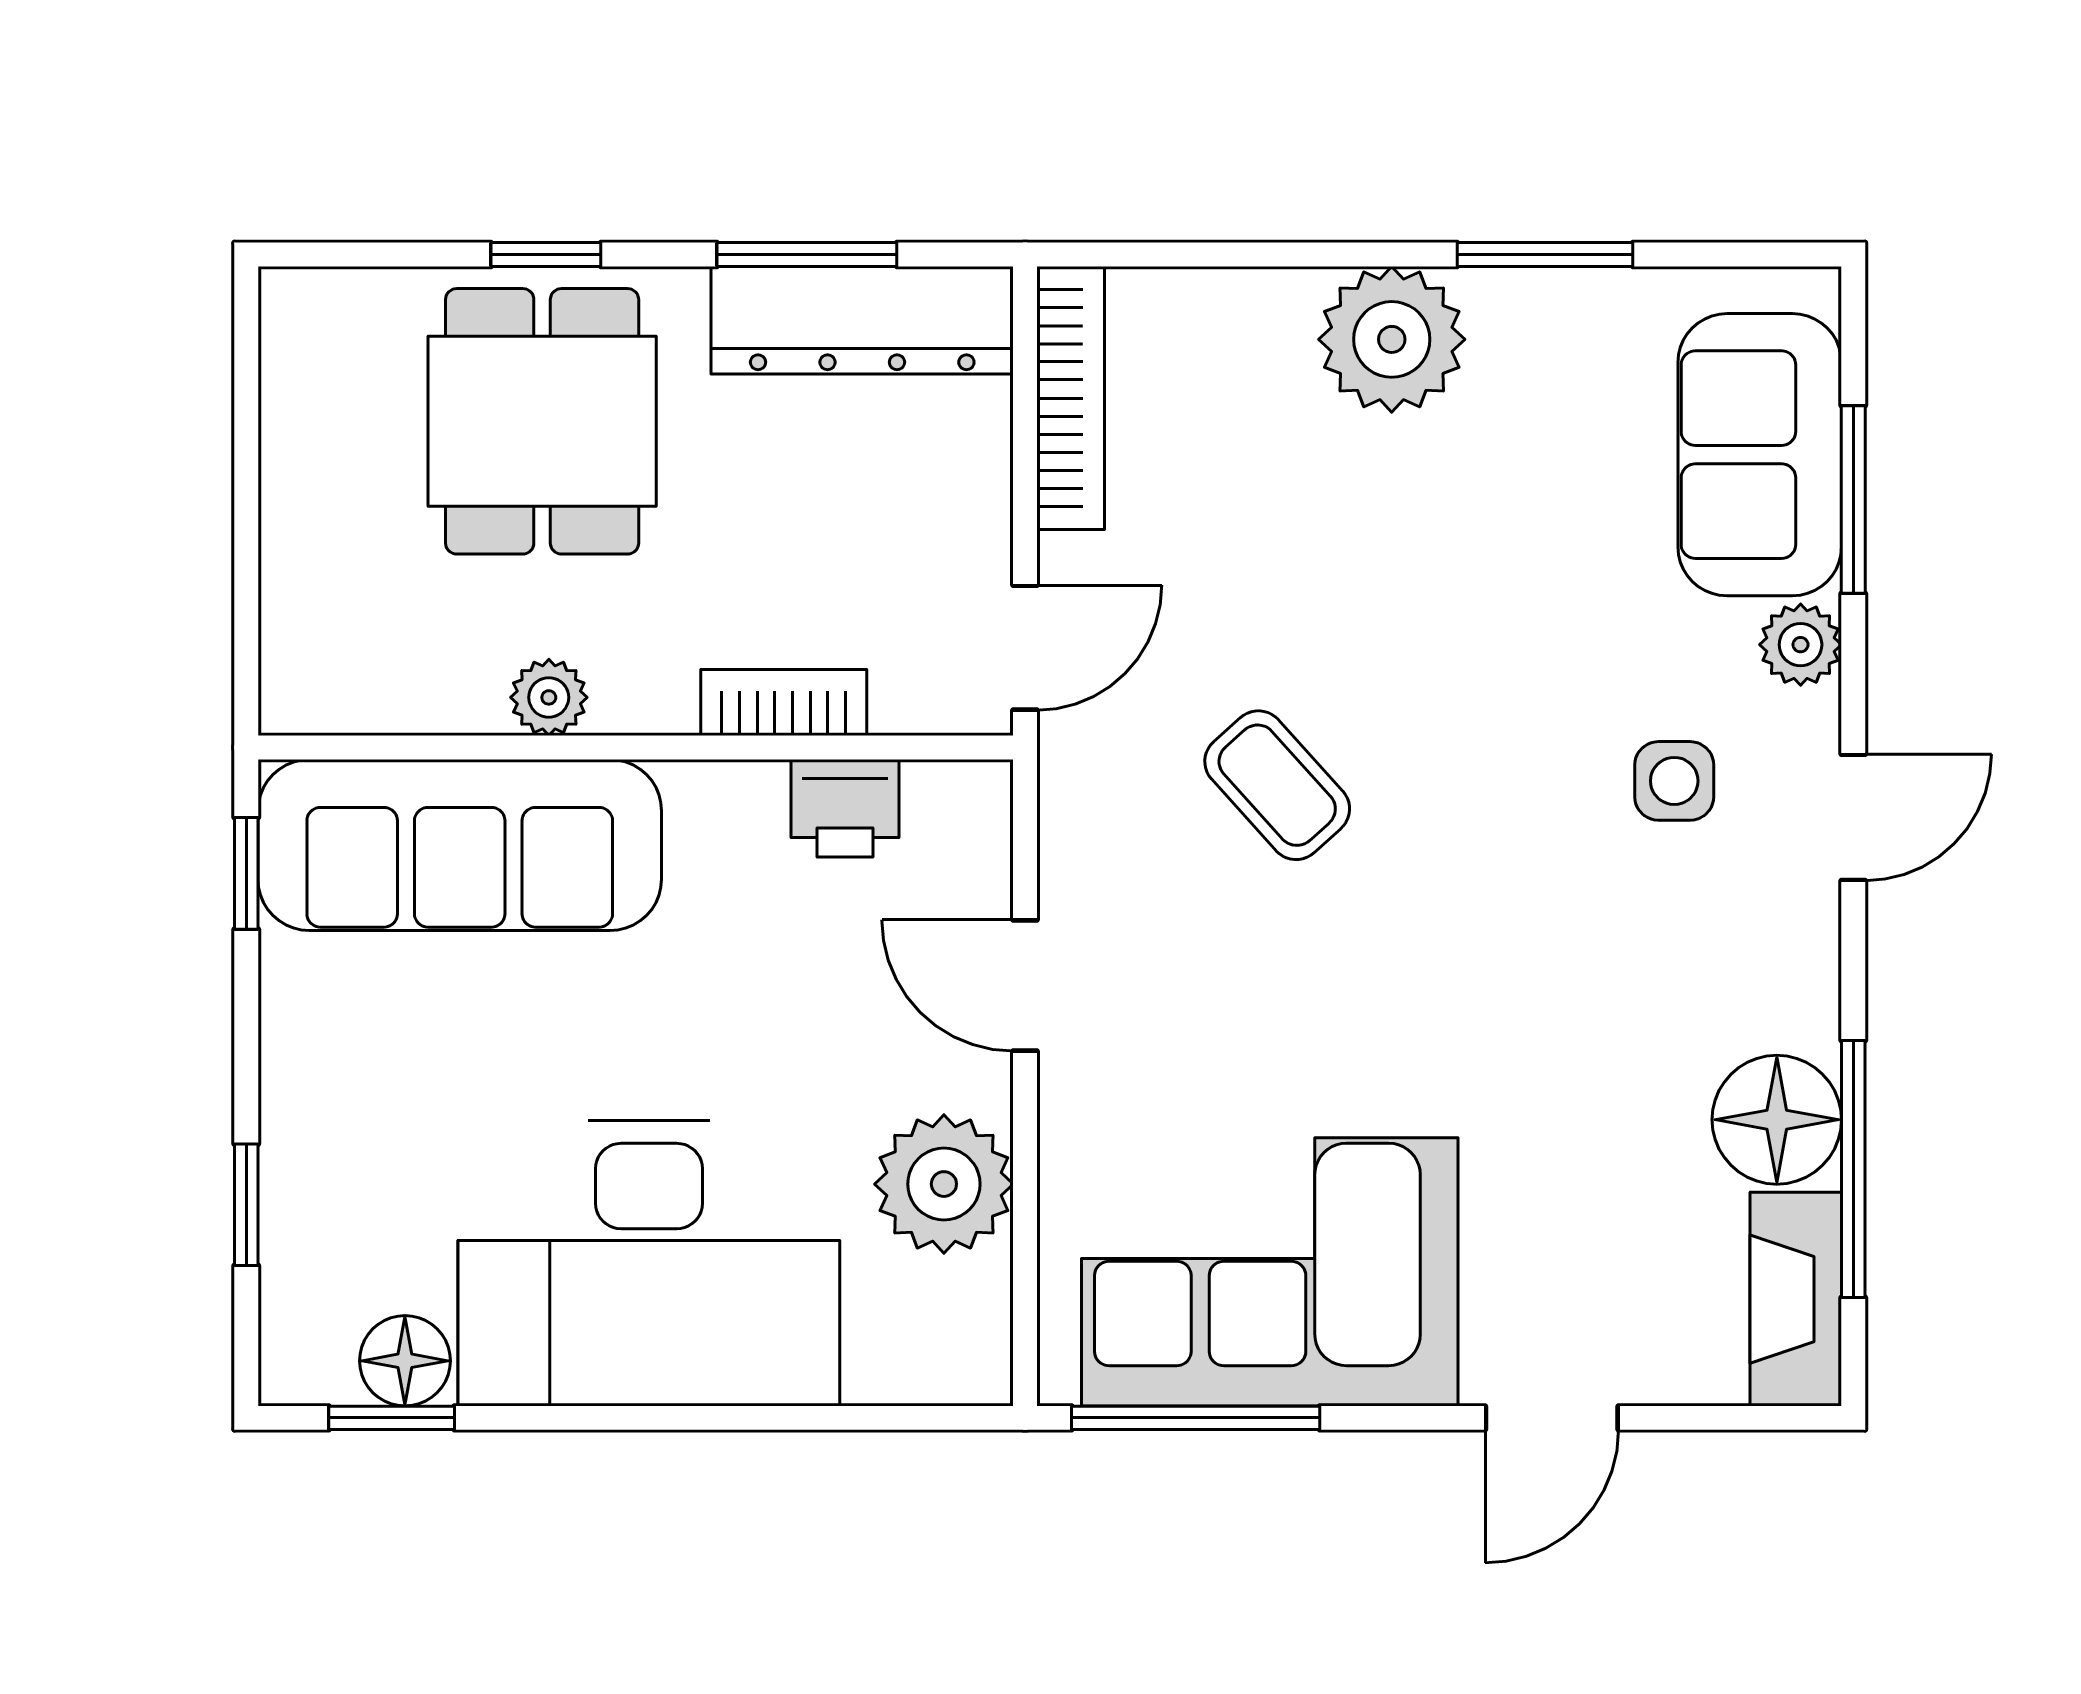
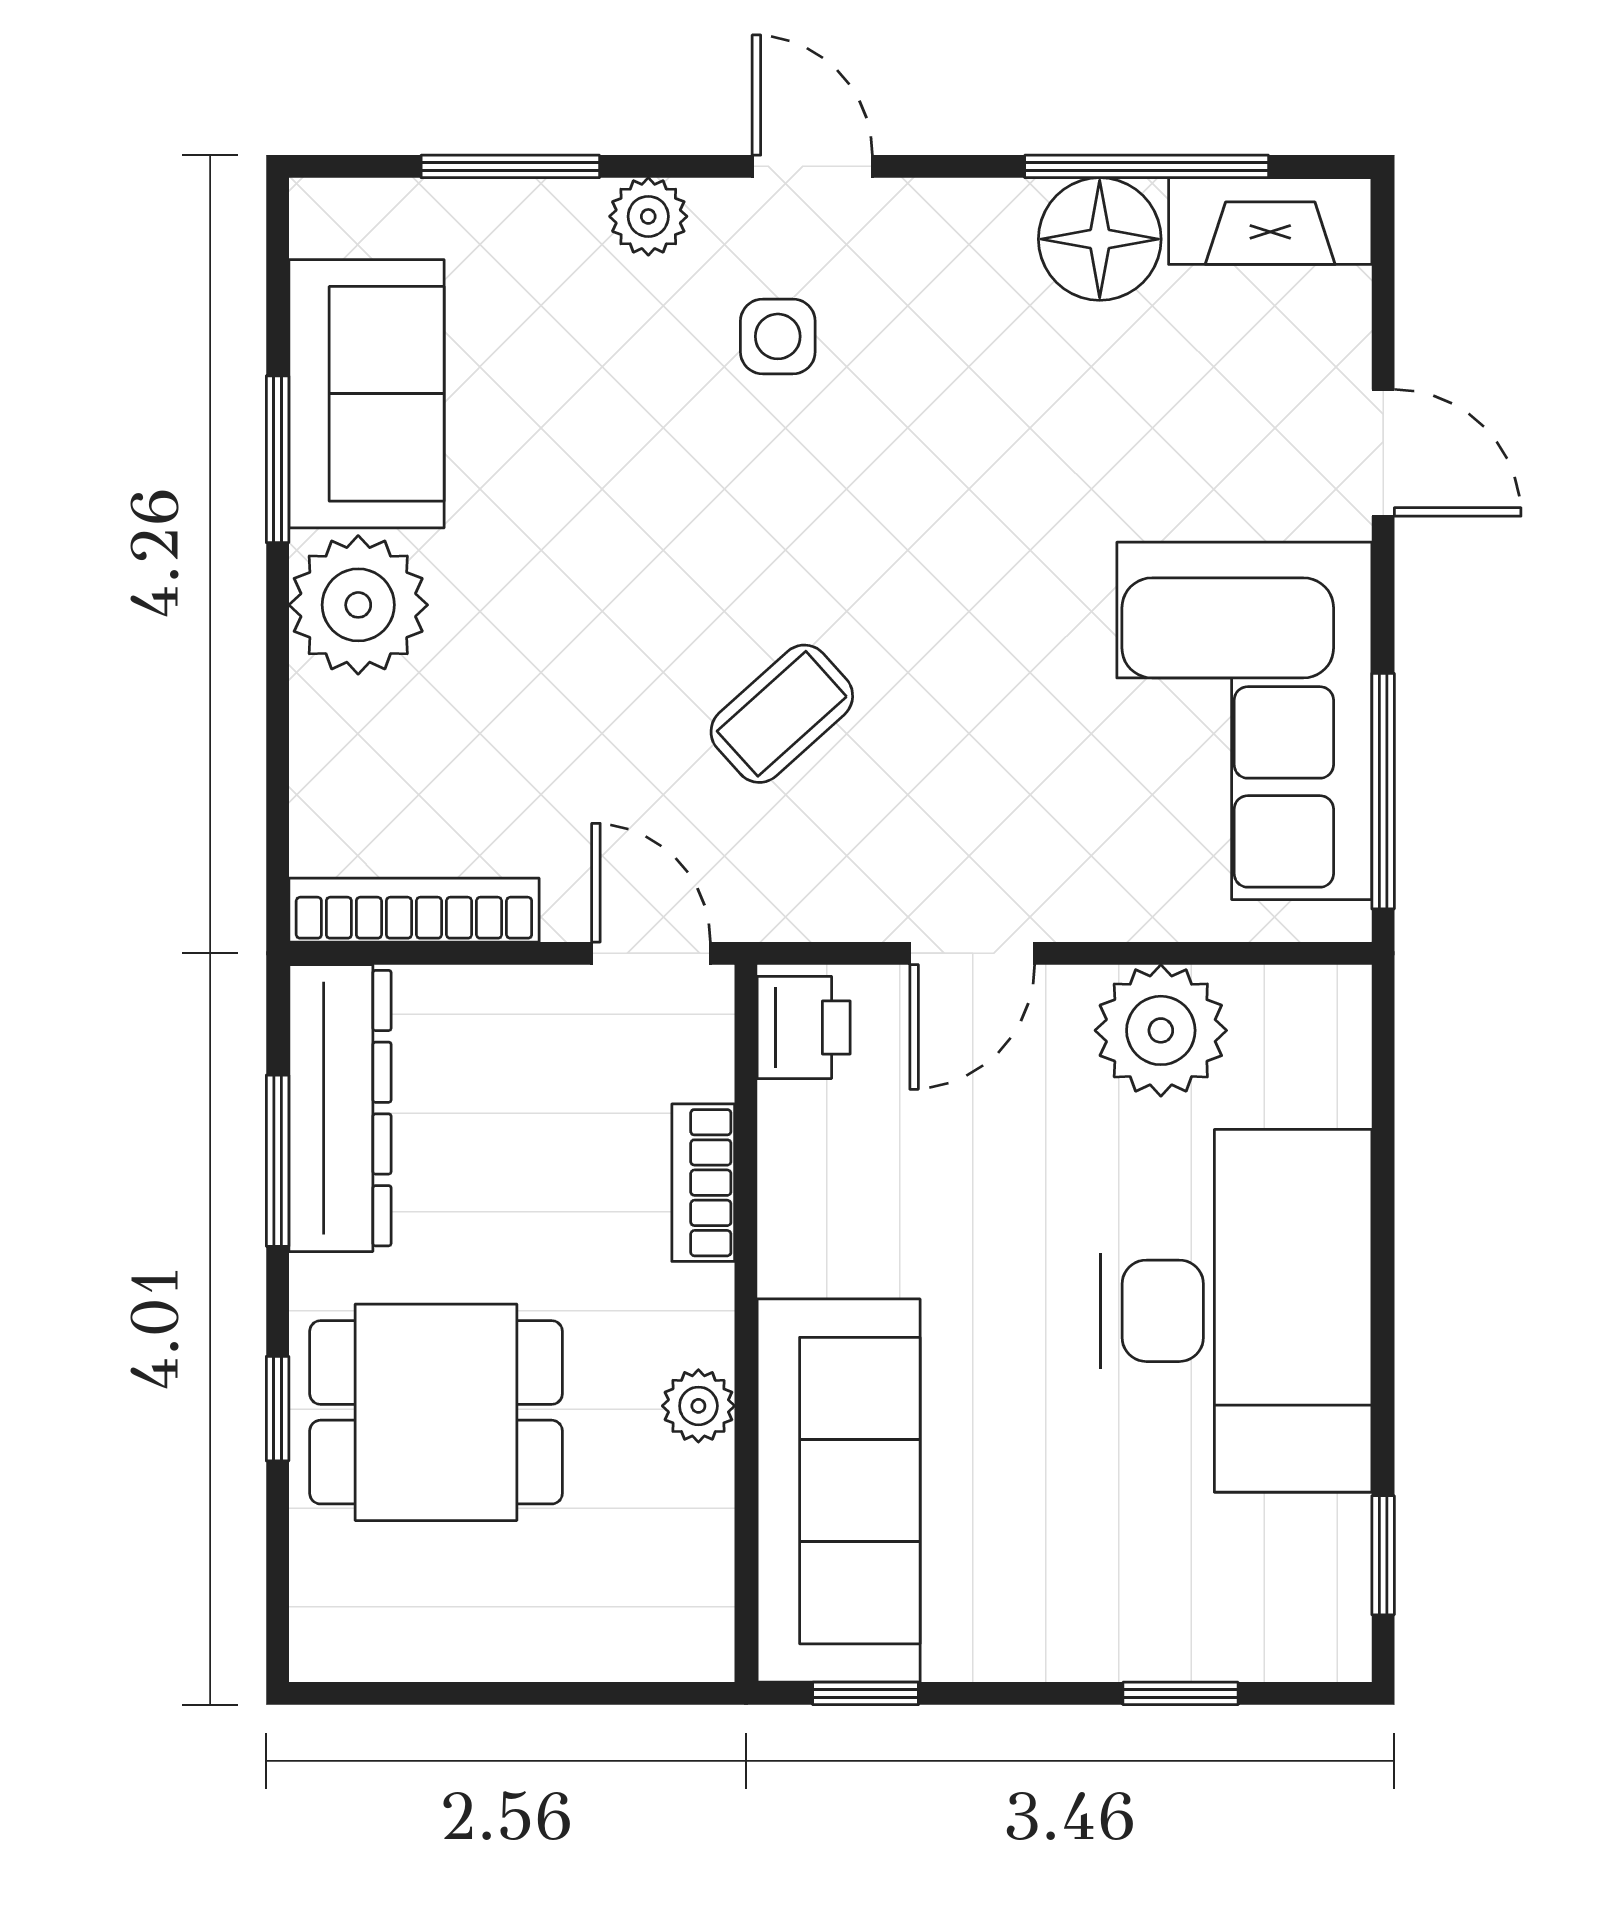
sofa: (1760, 455) -> (366, 394), moved, turned -90
printer: (845, 808) -> (804, 1027), moved
floor lamp: (405, 1361) -> (1329, 1543), removed

